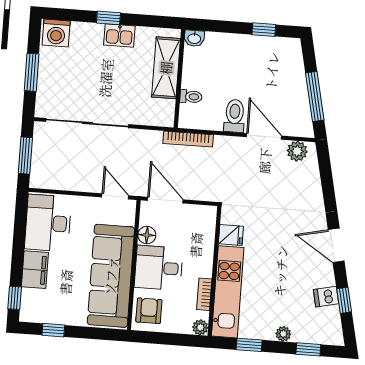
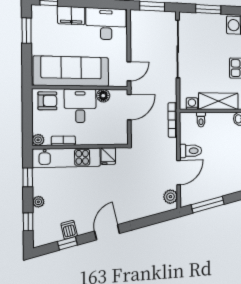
washing machine: (167, 108) -> (192, 104), added
window: (53, 330) -> (27, 31), width x1.50

